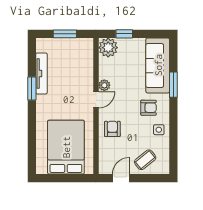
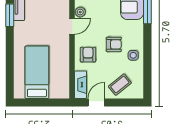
armchair: (148, 108) -> (114, 44), moved
bed: (66, 147) -> (37, 72), width x0.67
fireplace: (105, 160) -> (81, 85), added

